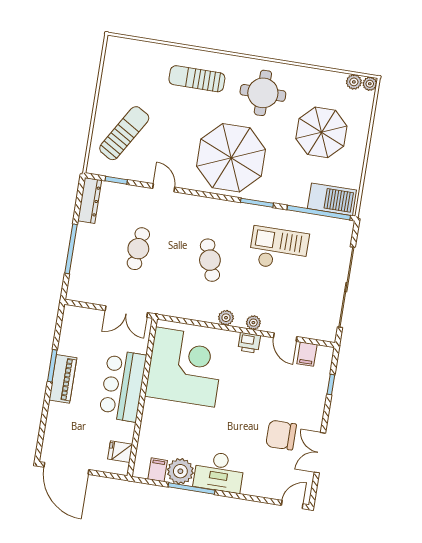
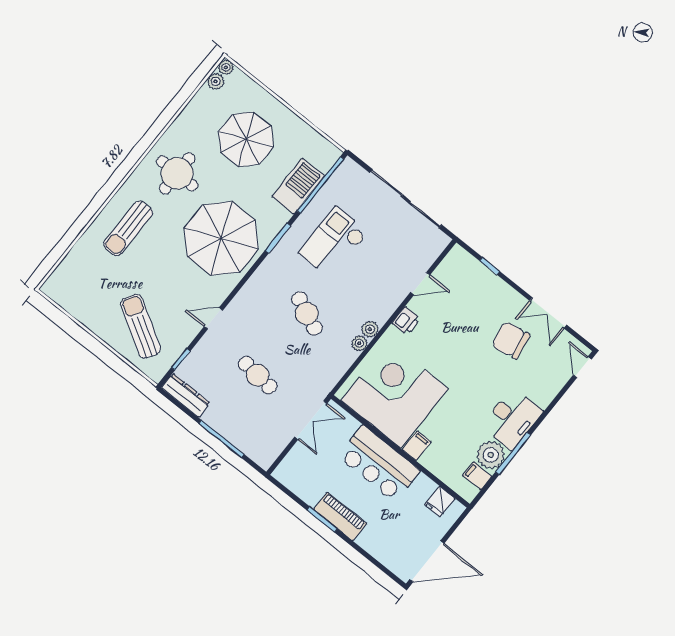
barbecue: (332, 199) -> (298, 186), moved
cafe table: (210, 260) -> (307, 313), turned 42
plant: (253, 323) -> (359, 343), moved
filing cabinet: (307, 354) -> (417, 446), moved, turned -90
chair: (281, 435) -> (511, 340), turned 80

